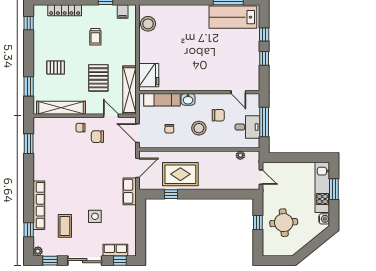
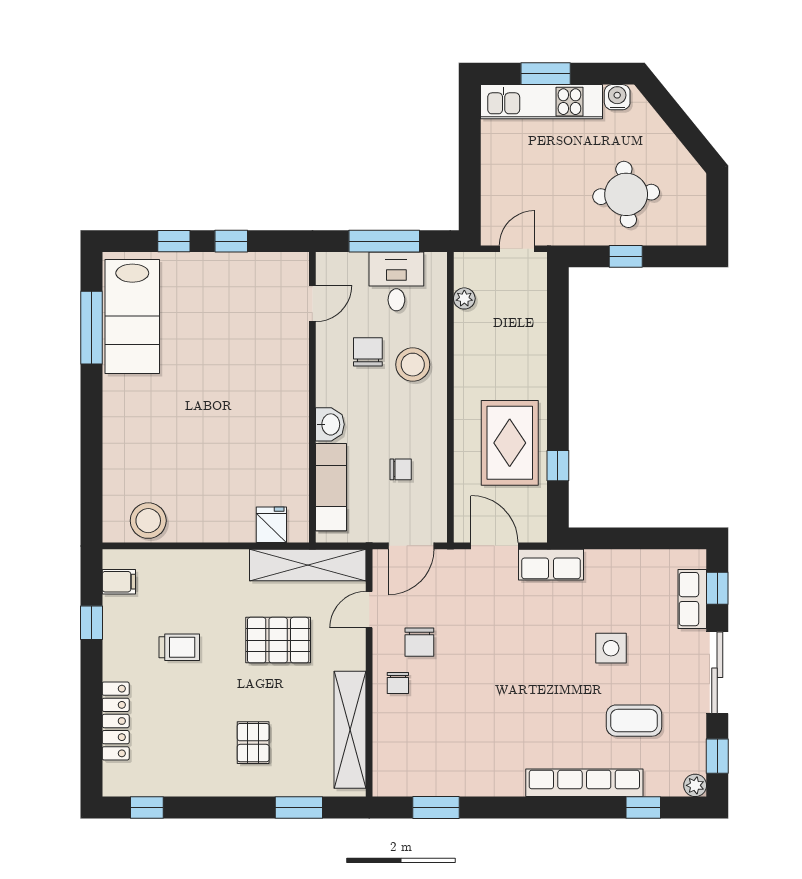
fridge: (149, 75) -> (271, 525), width x0.53, depth x0.75
stool: (199, 128) -> (413, 365), moved

